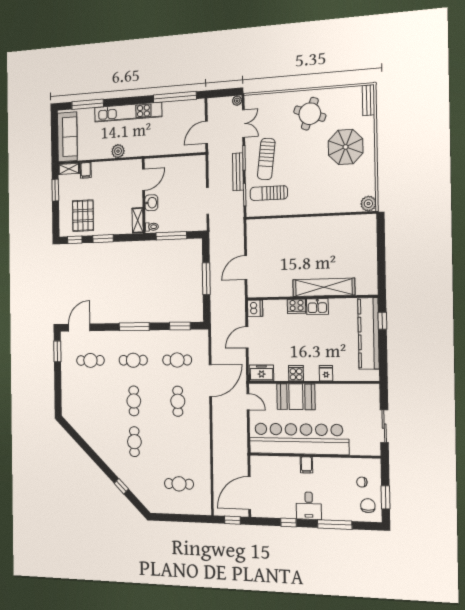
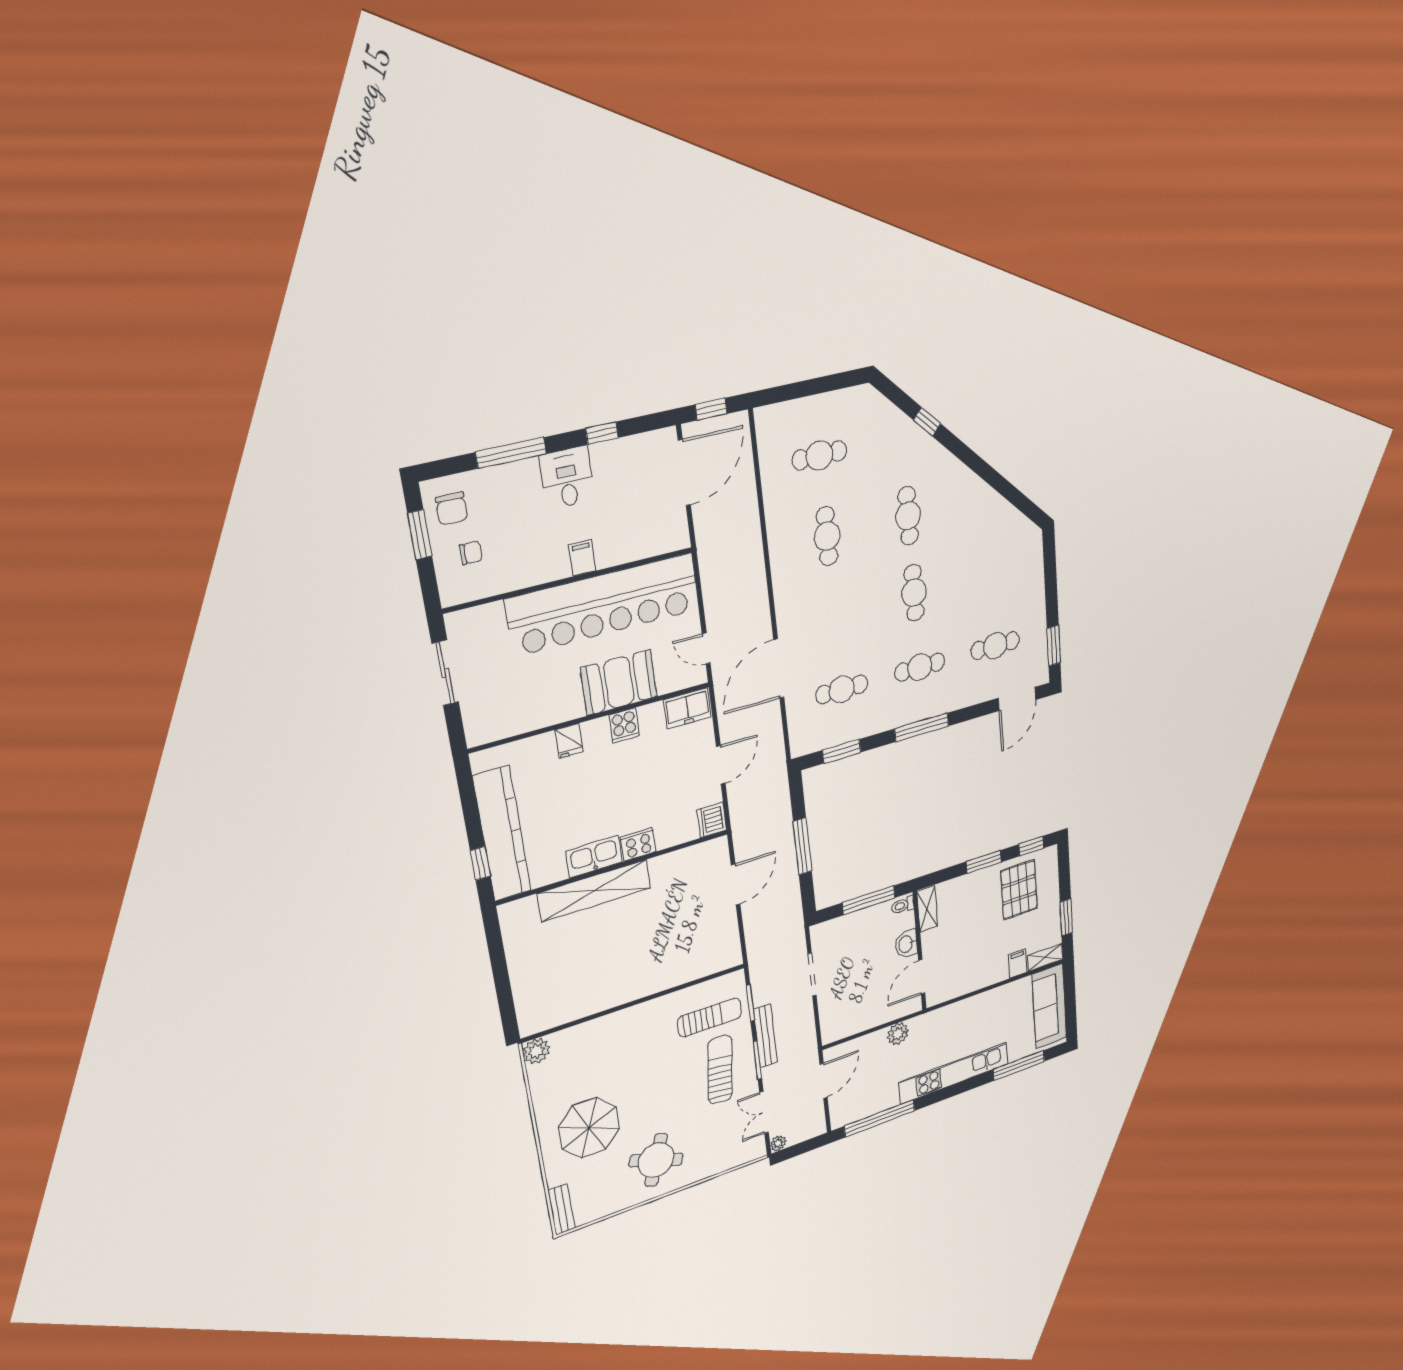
plant: (118, 151) -> (898, 1034), moved
kitchen sink: (317, 307) -> (594, 857), width x1.38
cafe table: (178, 401) -> (827, 536), moved

